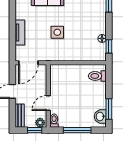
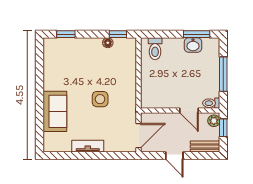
tv unit: (20, 32) -> (88, 146), moved
door: (28, 63) -> (138, 136), hinge flipped
washbasin: (100, 116) -> (193, 45), moved

